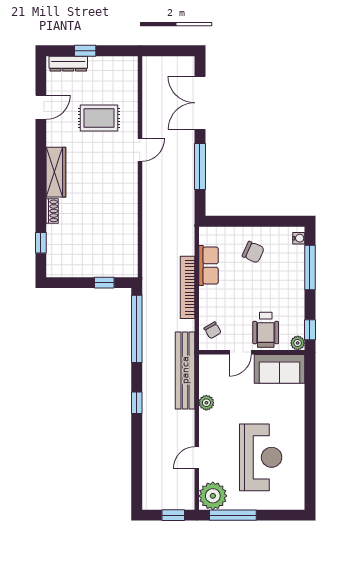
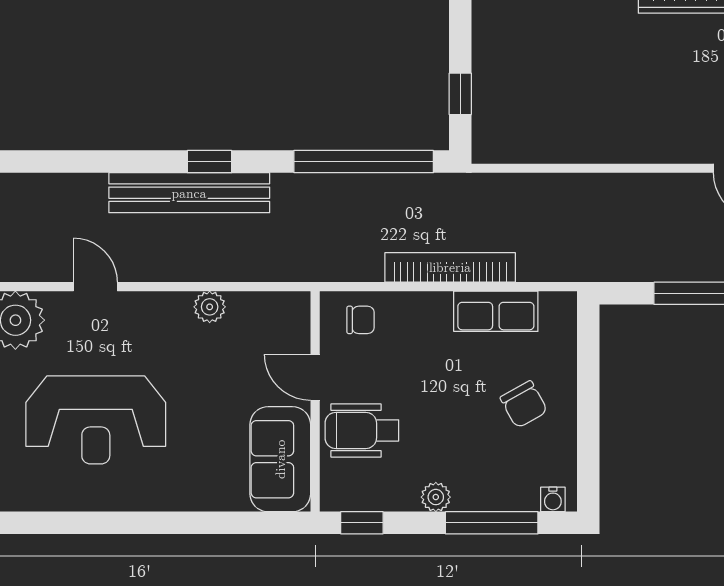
chair: (253, 252) -> (524, 404), turned -53
chair: (213, 330) -> (361, 320), turned -149
plant: (298, 343) -> (436, 497), moved
bench: (185, 370) -> (189, 193), moved

